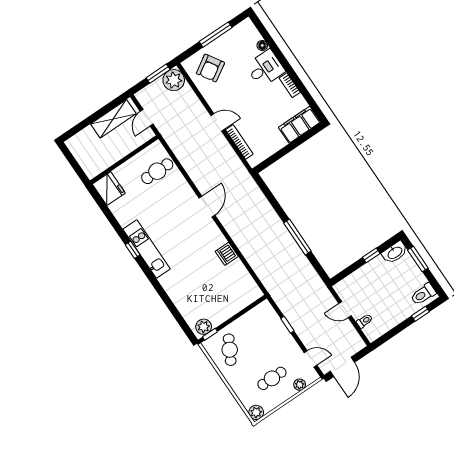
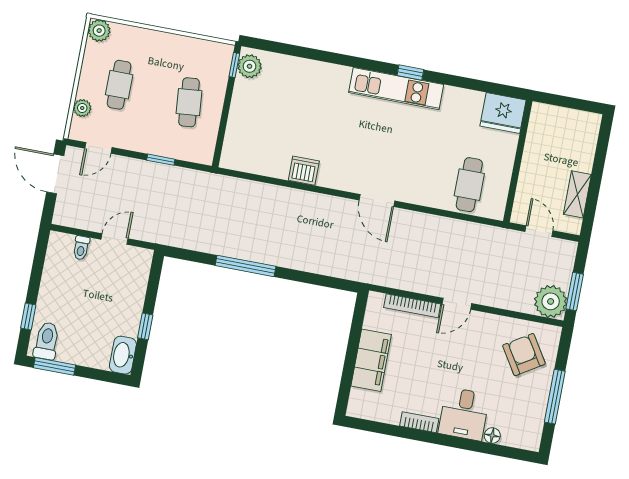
shelving: (113, 119) -> (577, 194), width x0.67, depth x0.75
filing cabinet: (299, 125) -> (371, 360), moved
window: (418, 259) -> (54, 366), moved
cafe table: (230, 350) -> (189, 102), moved, turned 56

